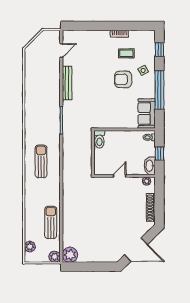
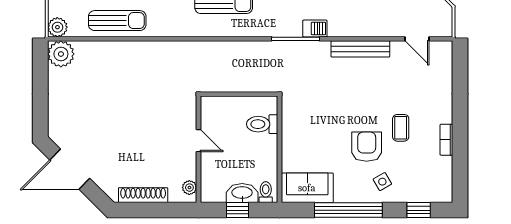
coffee table: (126, 53) -> (401, 128), moved
barbecue: (55, 109) -> (315, 28), added
toilet: (99, 139) -> (262, 124), moved
washbasin: (150, 166) -> (242, 193), moved
door: (136, 250) -> (70, 169), hinge flipped

